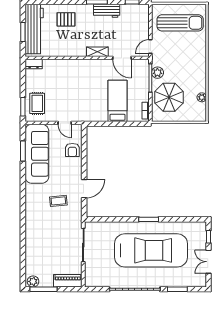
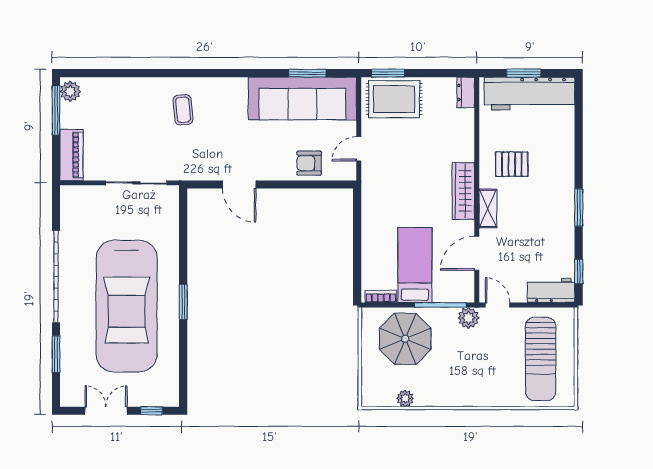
workbench: (107, 11) -> (551, 290), moved, turned 90
pallet: (66, 19) -> (512, 164), moved, turned 90
wardrobe: (88, 65) -> (463, 191), added
plant: (157, 73) -> (468, 318), moved
bed: (117, 101) -> (415, 265), moved, turned -90
rug: (37, 103) -> (394, 99), width x1.36, depth x1.43
coffee table: (58, 201) -> (183, 110), moved

